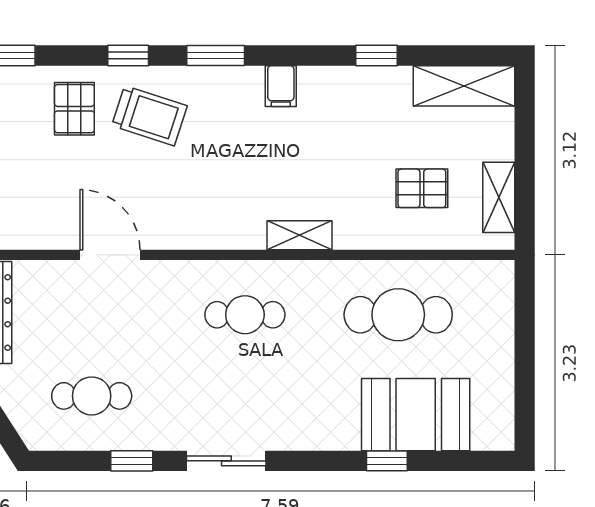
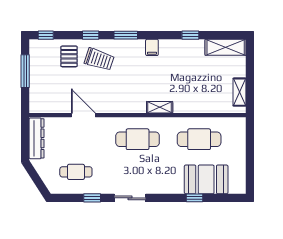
pallet: (422, 188) -> (209, 88), removed
cafe table: (245, 315) -> (138, 139), width x1.37, depth x1.35

